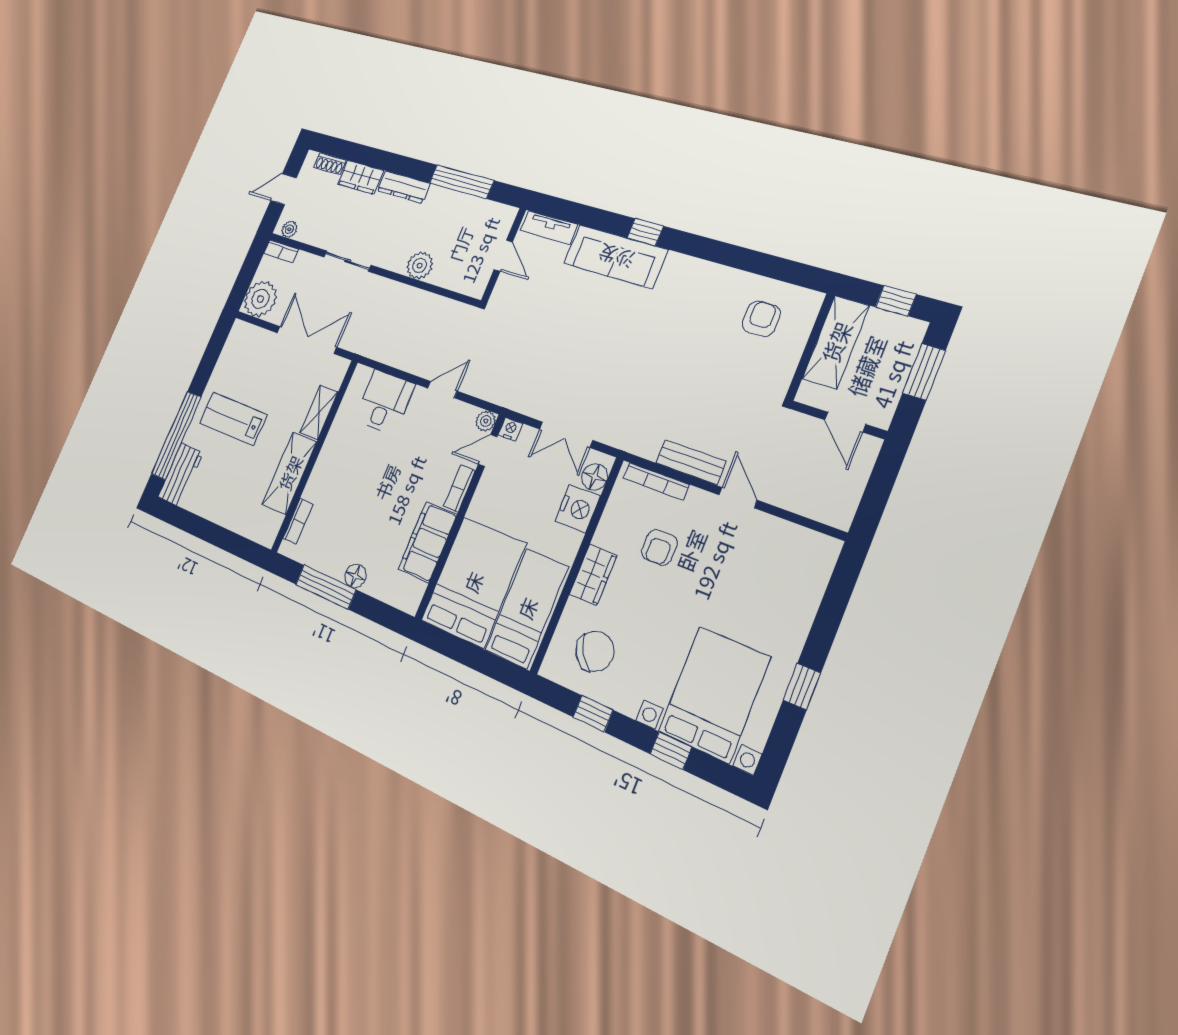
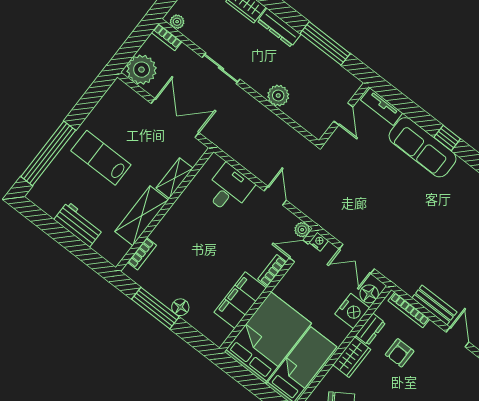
door: (442, 390) -> (275, 196), hinge flipped
workbench: (181, 475) -> (79, 224), moved, turned -90
dresser: (609, 526) -> (371, 329), added

